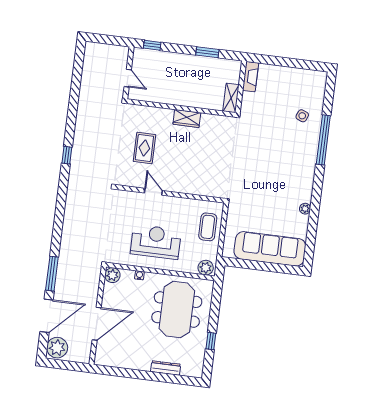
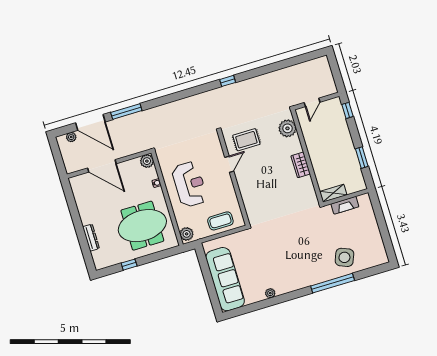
fireplace: (251, 77) -> (345, 205), moved
plant: (143, 115) -> (287, 128), added
side table: (302, 116) -> (344, 257), width x1.87, depth x1.87
rug: (144, 148) -> (246, 140), moved
plant: (57, 348) -> (71, 137), width x0.53, depth x0.53

